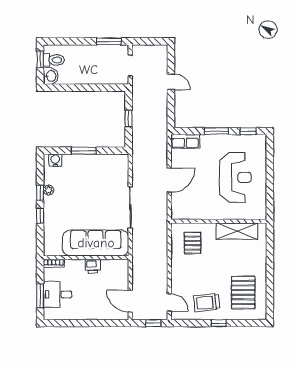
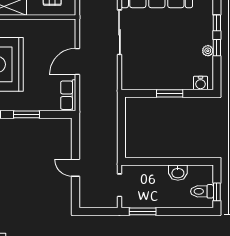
washbasin: (51, 76) -> (178, 173), moved, turned -90
window: (129, 118) -> (121, 128), removed
row of seats: (185, 141) -> (68, 95), moved, turned -90

